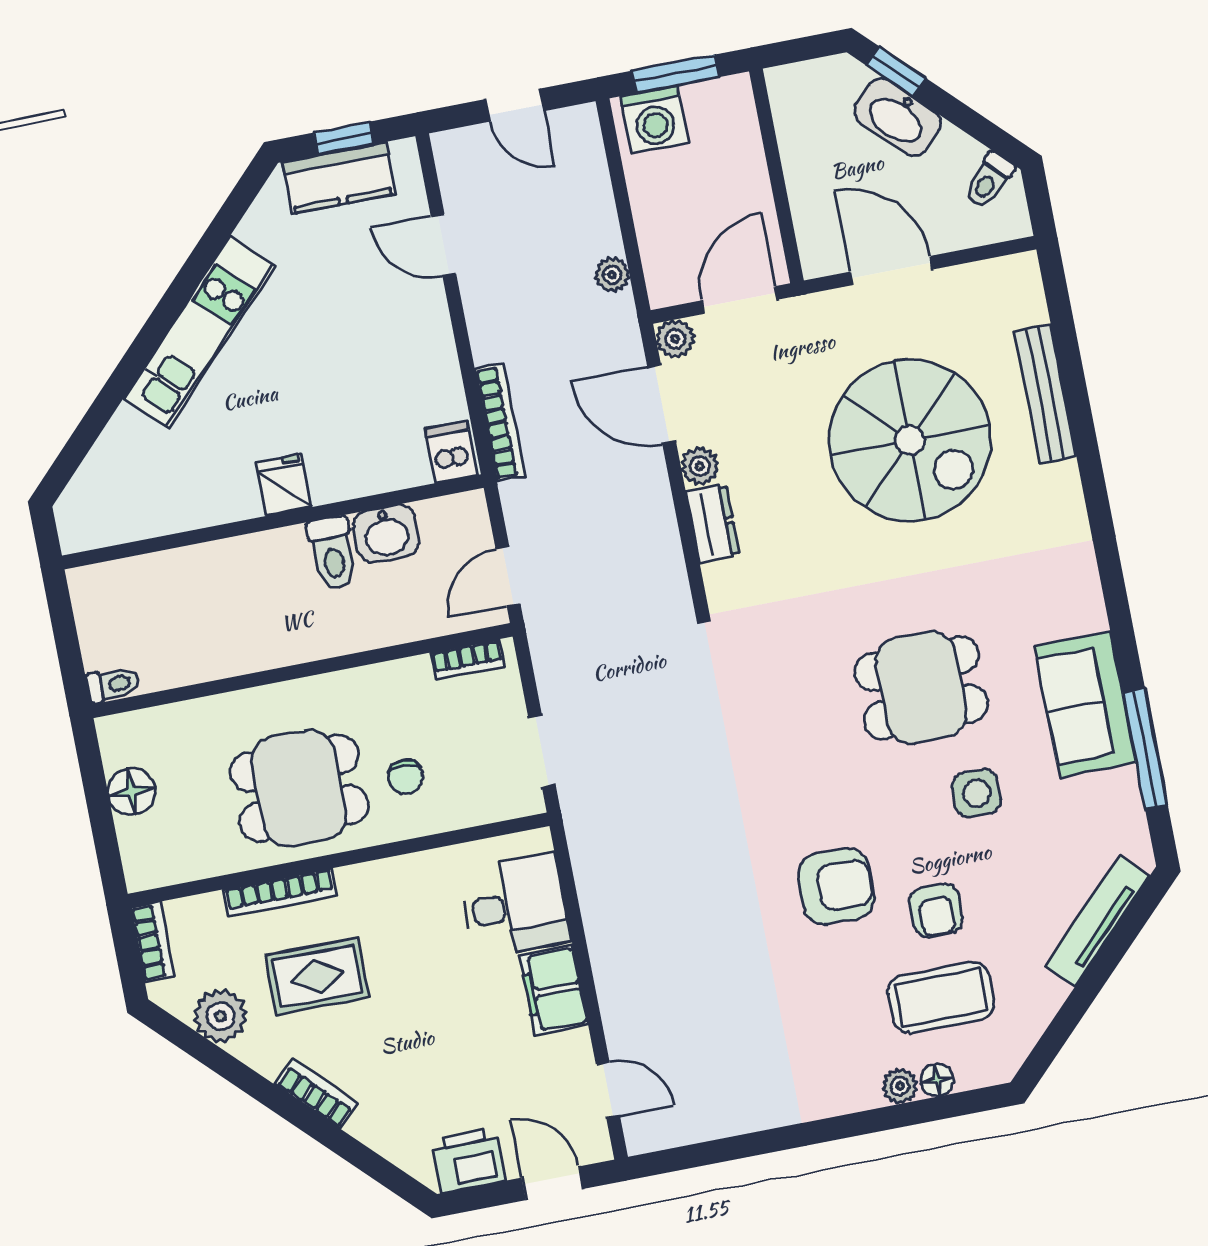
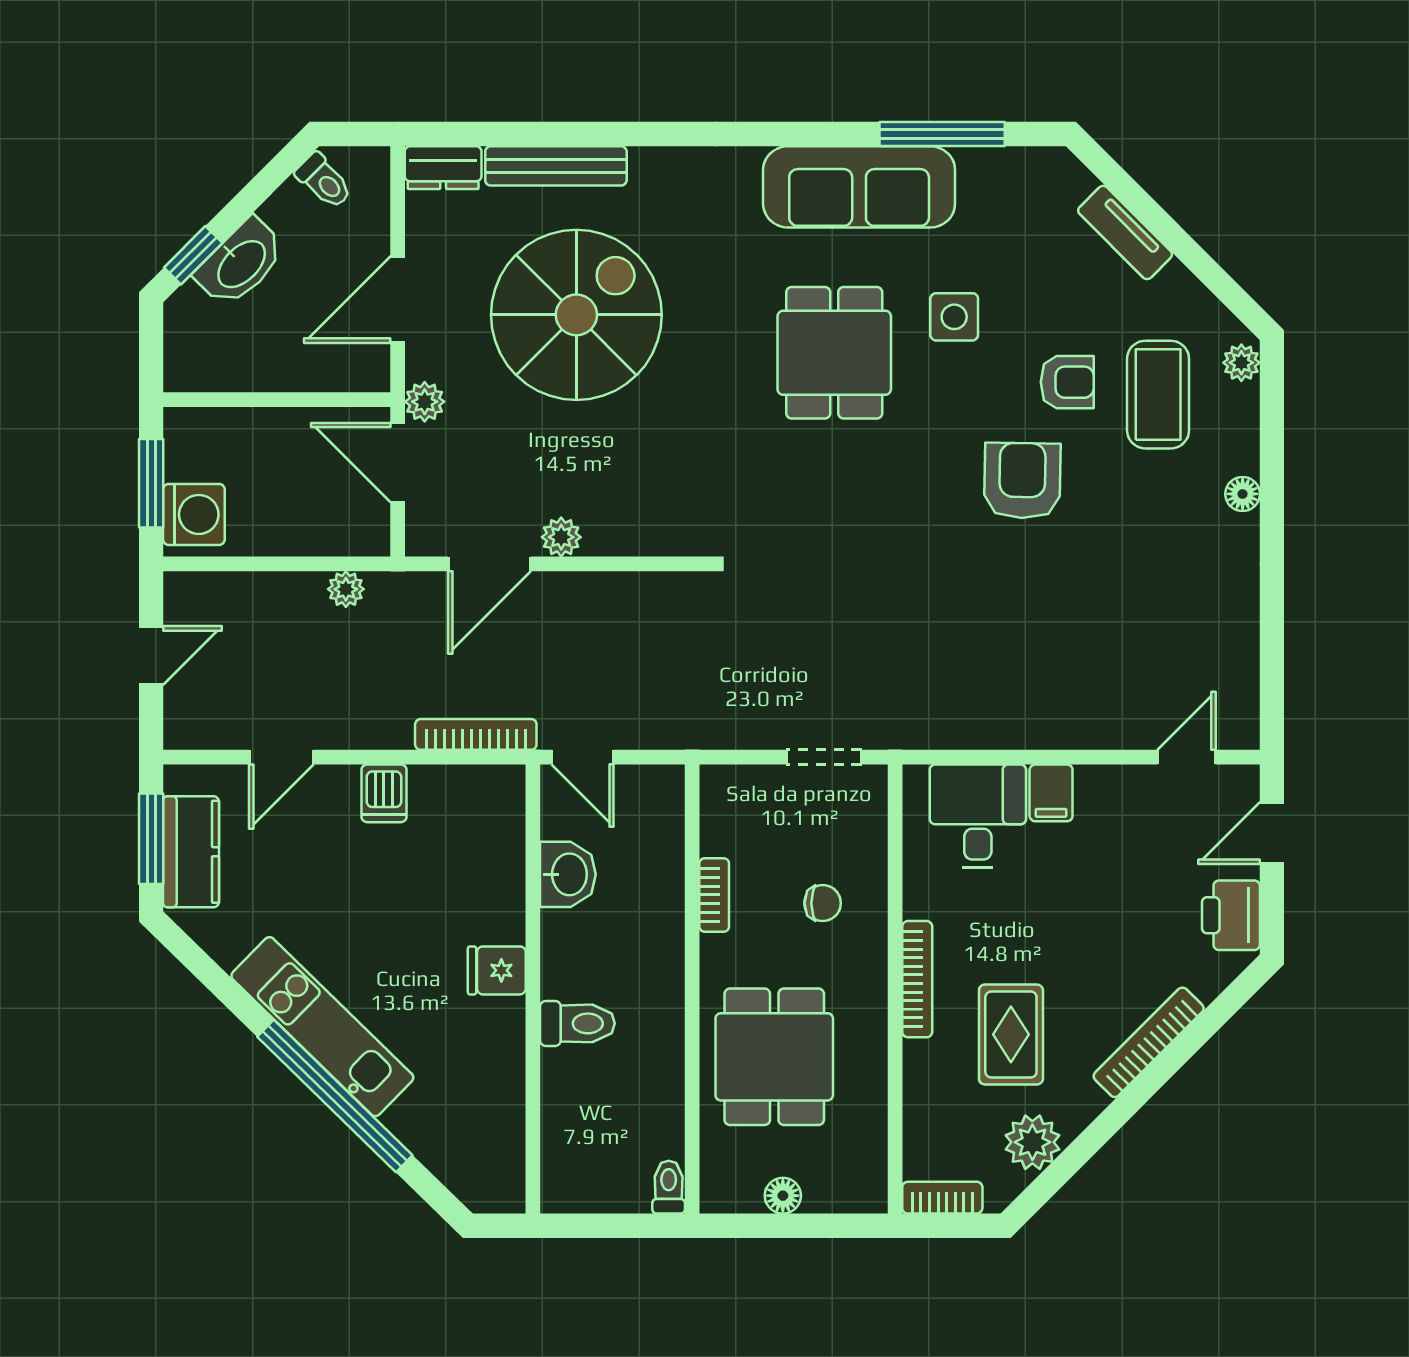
window: (344, 138) -> (151, 839), width x1.50
plant: (675, 339) -> (425, 402), moved
window: (137, 357) -> (335, 1096), added
dishwasher: (451, 452) -> (384, 793), moved, turned -90
dresser: (713, 524) -> (443, 168), moved, turned 180
toilet: (333, 553) -> (577, 1023), moved
door: (508, 576) -> (583, 757), moved
bookcase: (468, 660) -> (714, 895), moved
sofa: (1085, 704) -> (859, 187), width x1.36
dining table: (299, 788) -> (774, 1057), moved
floor lamp: (132, 791) -> (783, 1196), width x0.73, depth x0.73
bookcase: (280, 893) -> (917, 979), moved
tv unit: (1097, 921) -> (1125, 232), width x0.71
filing cabinet: (554, 990) -> (1051, 793), width x0.50
floor lamp: (937, 1080) -> (1243, 494), moved
plant: (900, 1086) -> (1241, 363), moved
bookcase: (317, 1094) -> (1149, 1042), width x1.56

